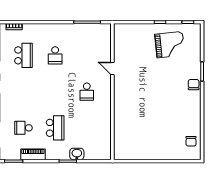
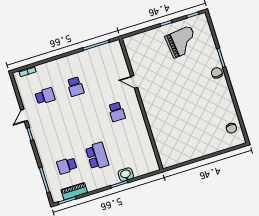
school desk: (23, 55) -> (45, 96), width x0.54
piano: (33, 154) -> (74, 191), moved

